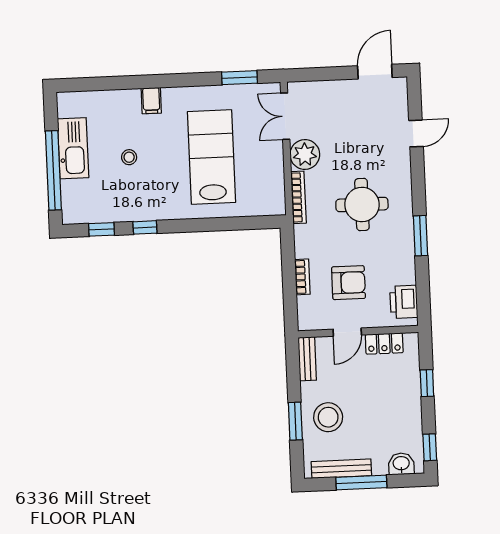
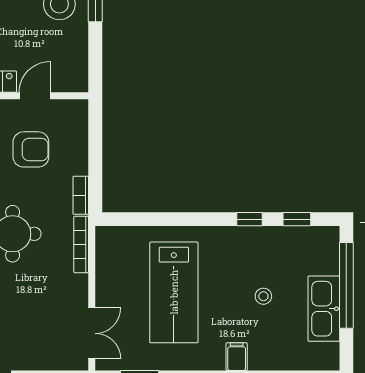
plant: (305, 155) -> (72, 291), removed
bookcase: (302, 277) -> (81, 195), moved
armchair: (348, 283) -> (31, 149), turned 180
bench: (307, 359) -> (79, 69), removed

